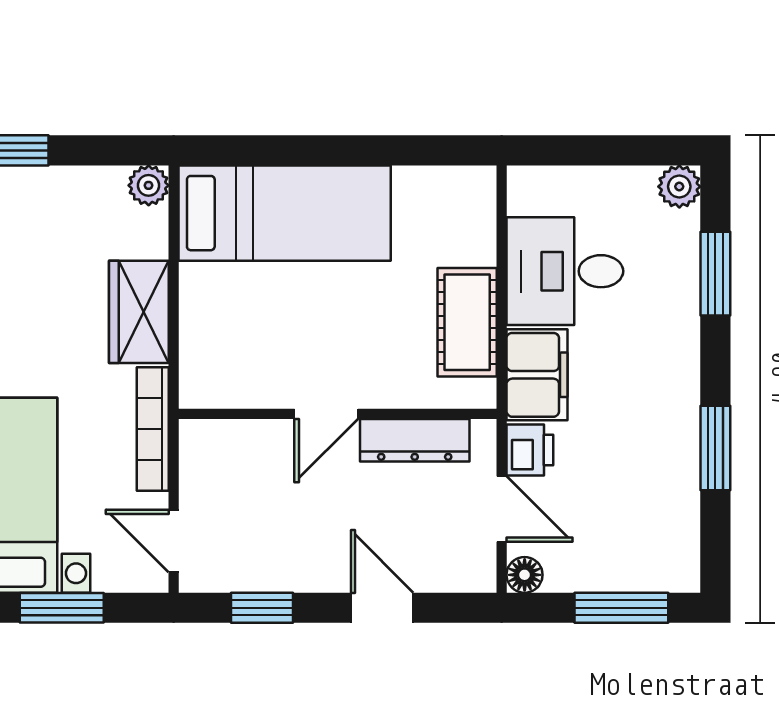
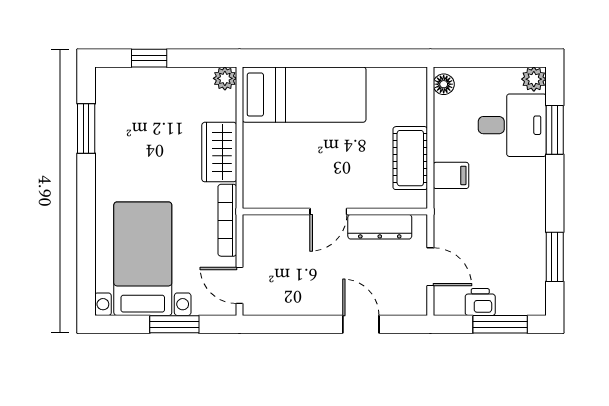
desk: (565, 271) -> (512, 125), moved, turned 180
filing cabinet: (537, 375) -> (451, 175), width x0.50
window: (715, 448) -> (555, 257), moved
printer: (530, 450) -> (480, 302), moved, turned -90
floor lamp: (525, 575) -> (444, 84), moved
window: (262, 608) -> (291, 324), removed

